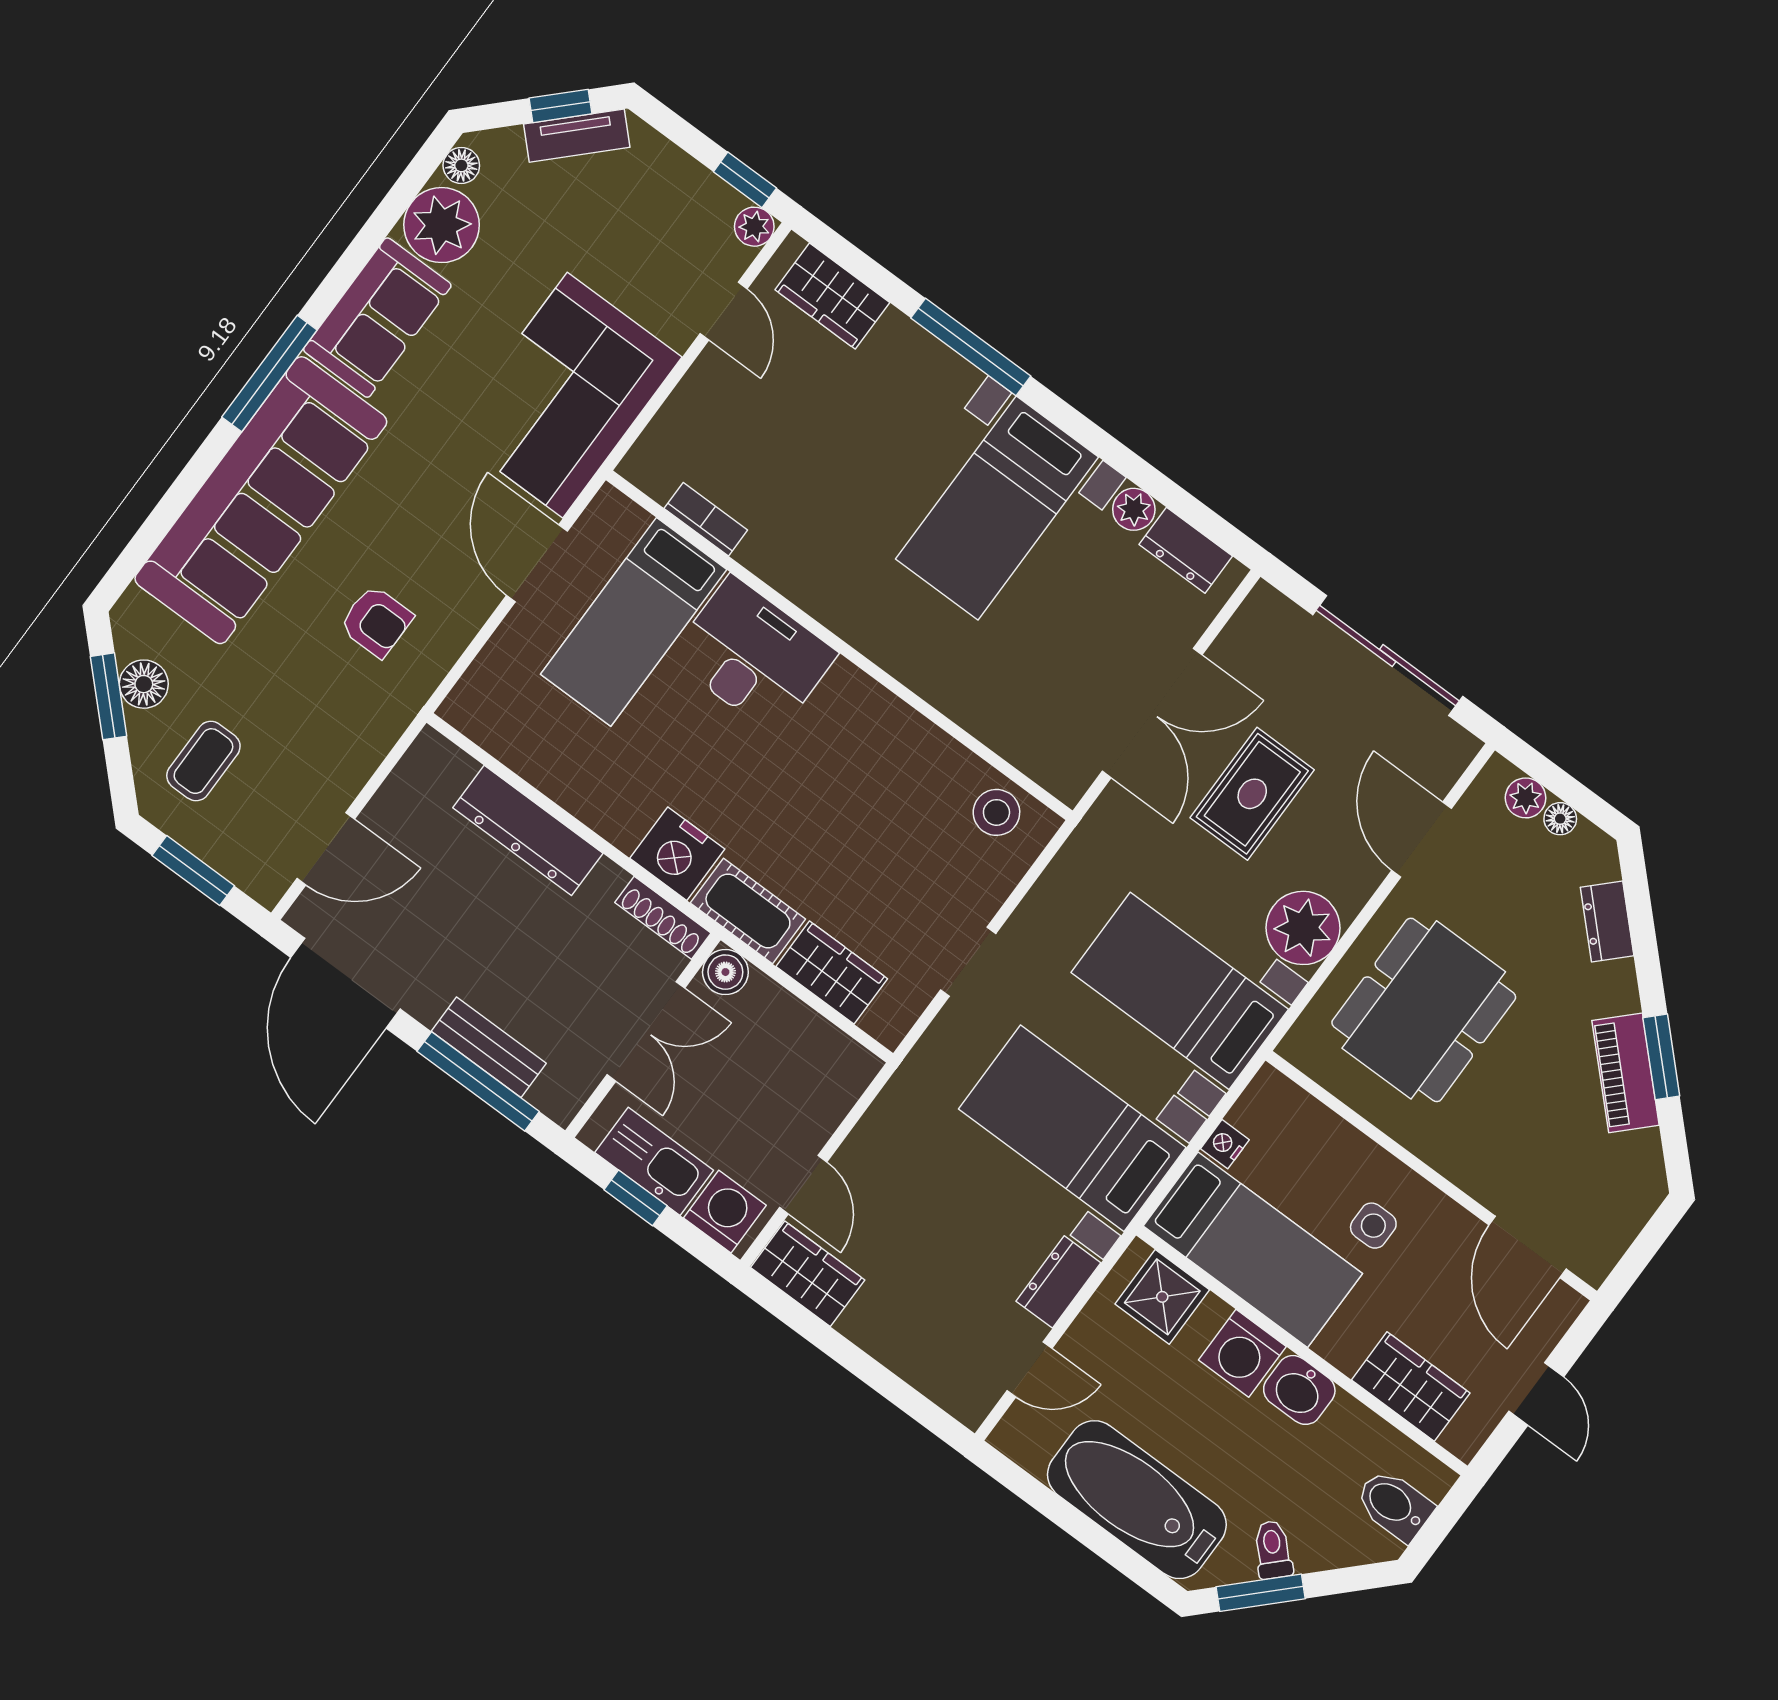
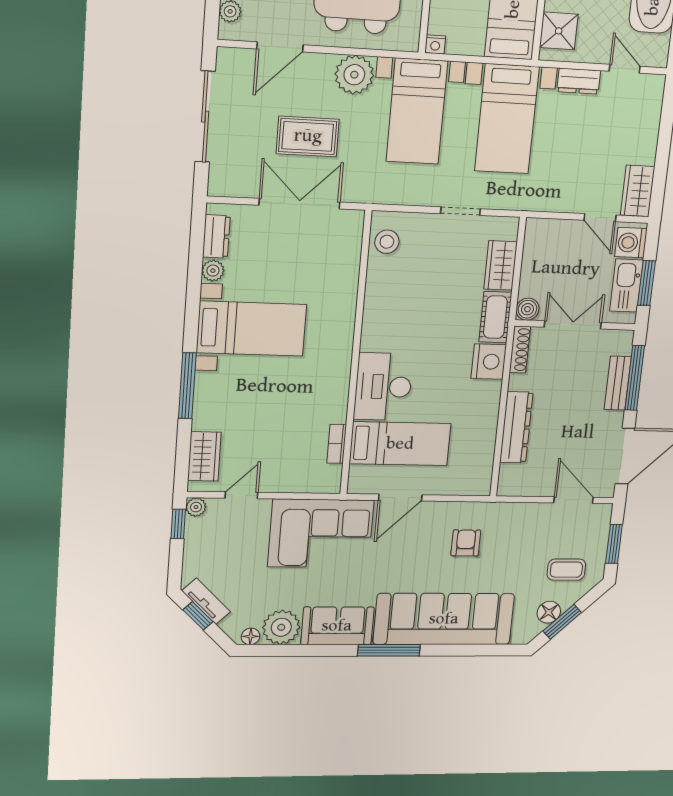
nightstand: (1225, 1144) -> (435, 44), moved
door: (803, 1185) -> (600, 218), swing flipped
window: (636, 1198) -> (647, 283), width x1.50

